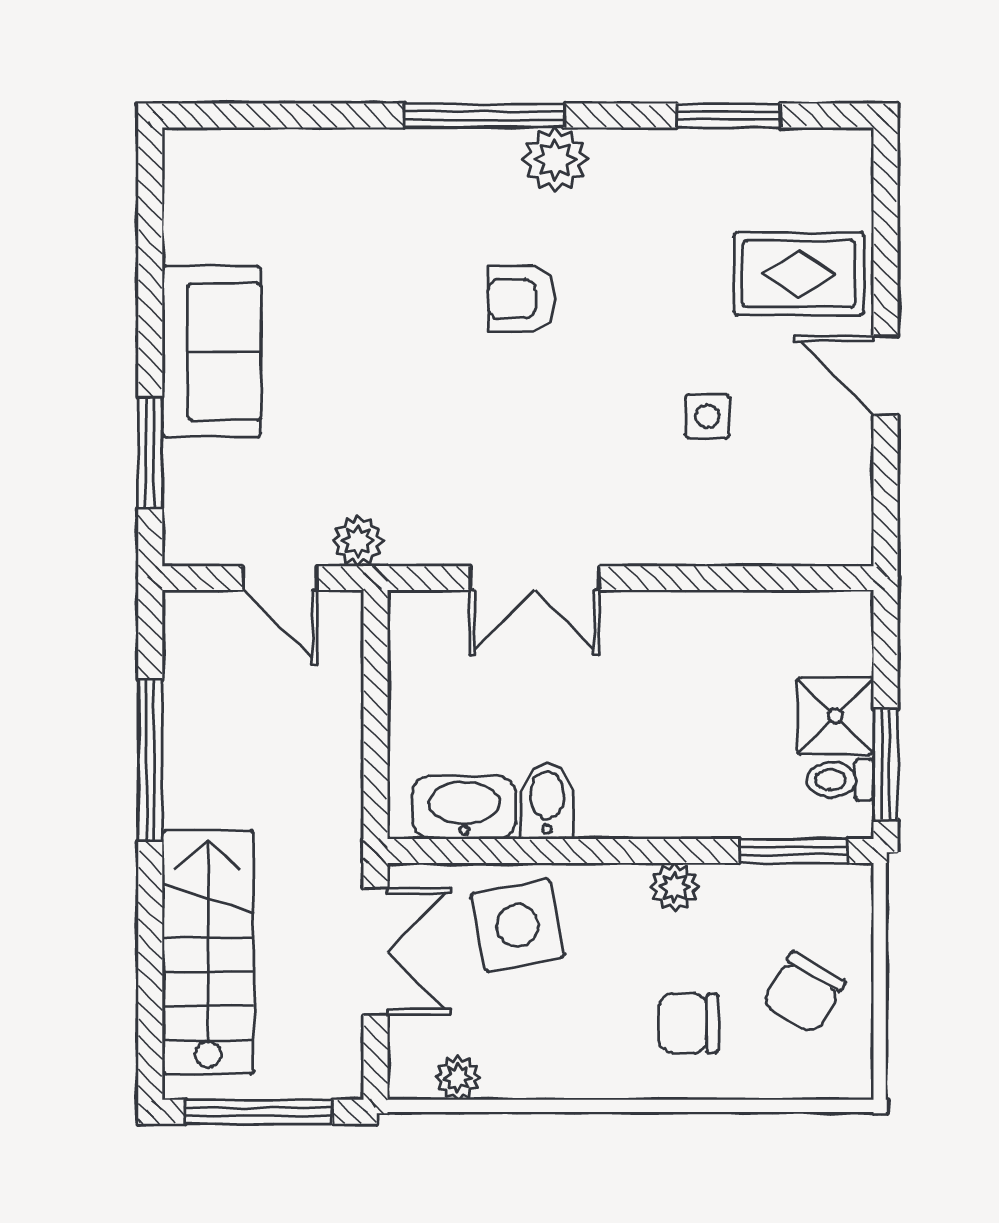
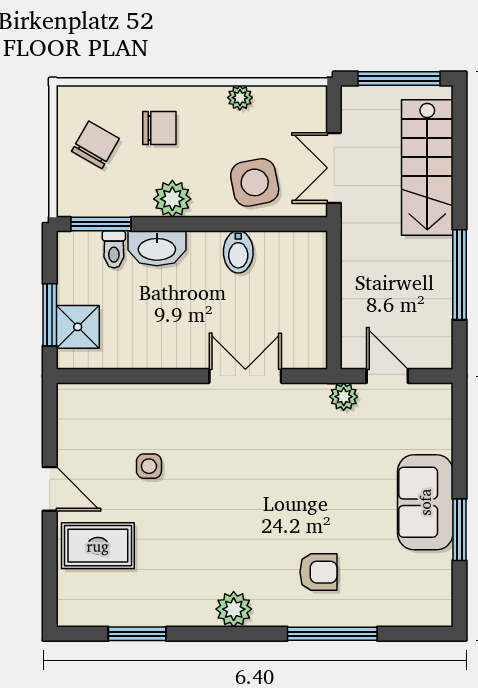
window: (484, 116) -> (332, 634), moved
armchair: (521, 299) -> (318, 572), moved
window: (150, 453) -> (459, 530), moved
shower: (835, 716) -> (78, 327), moved
window: (886, 764) -> (50, 315), moved
toilet: (840, 780) -> (114, 249), moved, turned 90
washbasin: (464, 807) -> (157, 248), moved
plant: (675, 887) -> (172, 199), width x1.38, depth x1.38
plant: (458, 1078) -> (240, 98), moved

